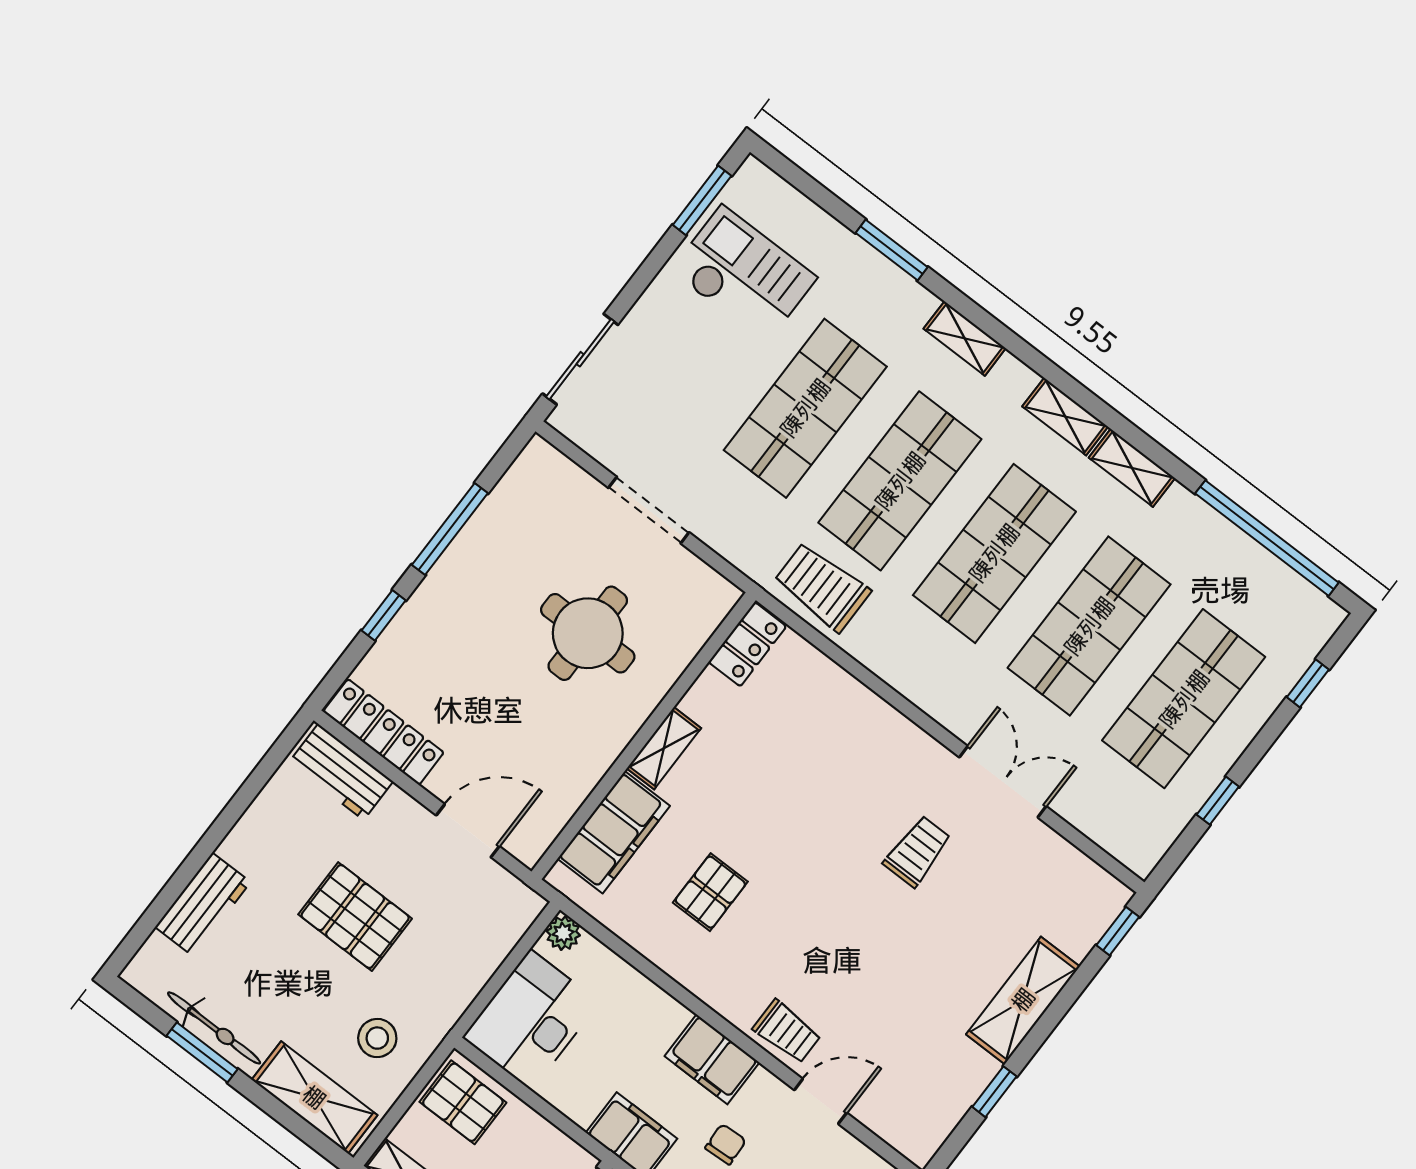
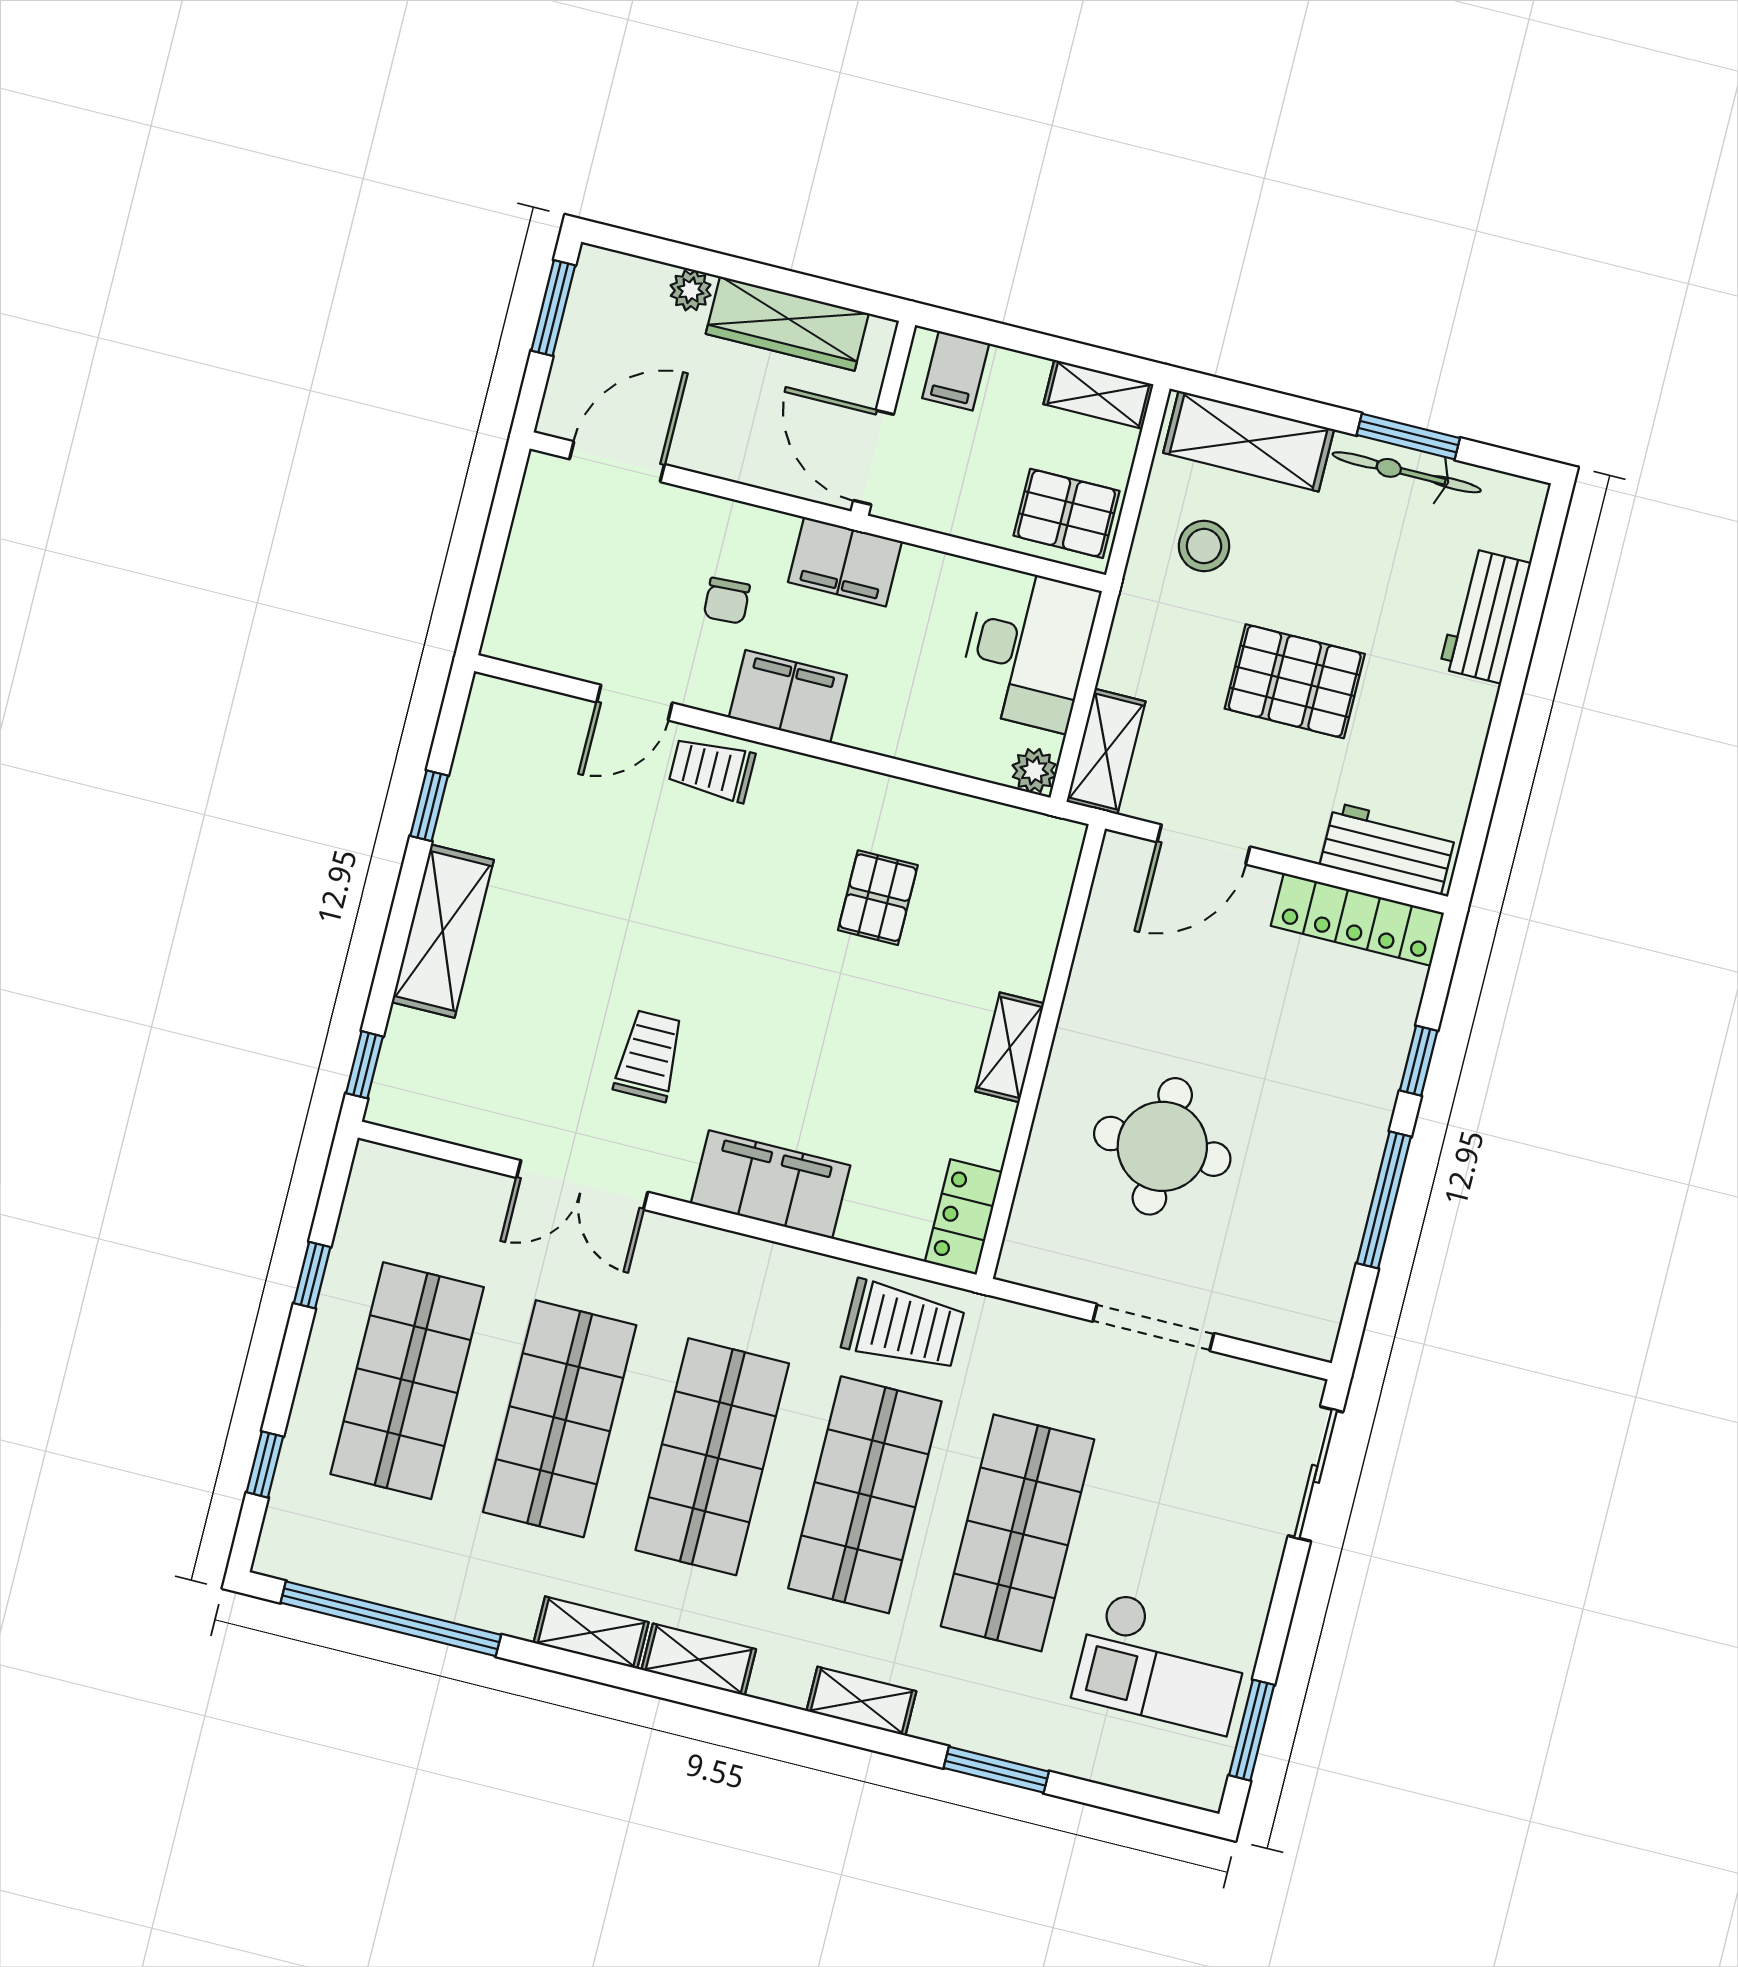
filing cabinet: (614, 832) -> (771, 1185), moved, turned 90
trolley: (917, 851) -> (649, 1056), turned 180
shelving: (508, 925) -> (1106, 752), added

